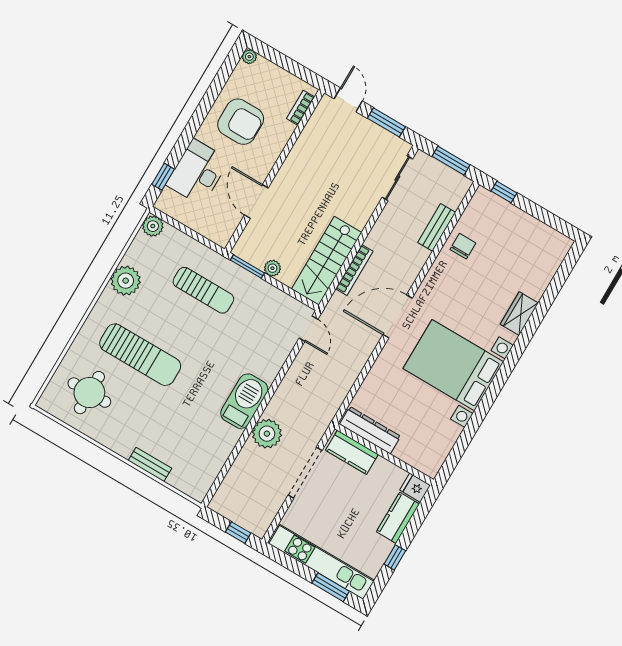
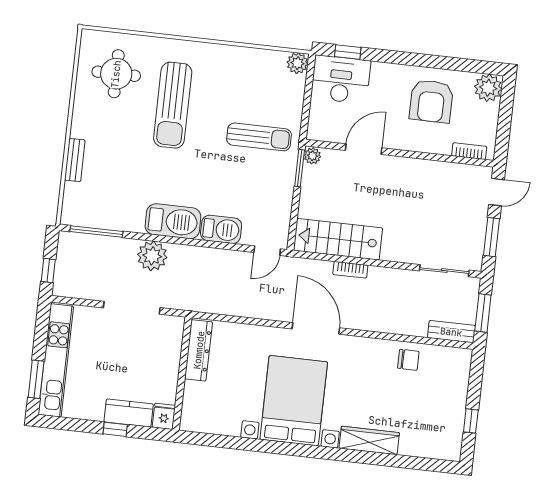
plant: (249, 57) -> (488, 88), width x1.88, depth x1.88
desk: (198, 172) -> (341, 79), moved
window: (504, 192) -> (471, 421), moved
bench: (437, 227) -> (451, 332), moved
plant: (272, 268) -> (312, 156), moved
bookcase: (354, 270) -> (350, 270), width x0.64
plant: (126, 281) -> (235, 61), removed
sun lounger: (203, 290) -> (259, 137), turned -90
wardrobe: (519, 314) -> (369, 440), width x1.50
barbecue: (271, 361) -> (221, 229), added
kitchen counter: (352, 452) -> (170, 343), removed
window: (223, 474) -> (96, 232), added
window: (395, 557) -> (115, 429), moved

